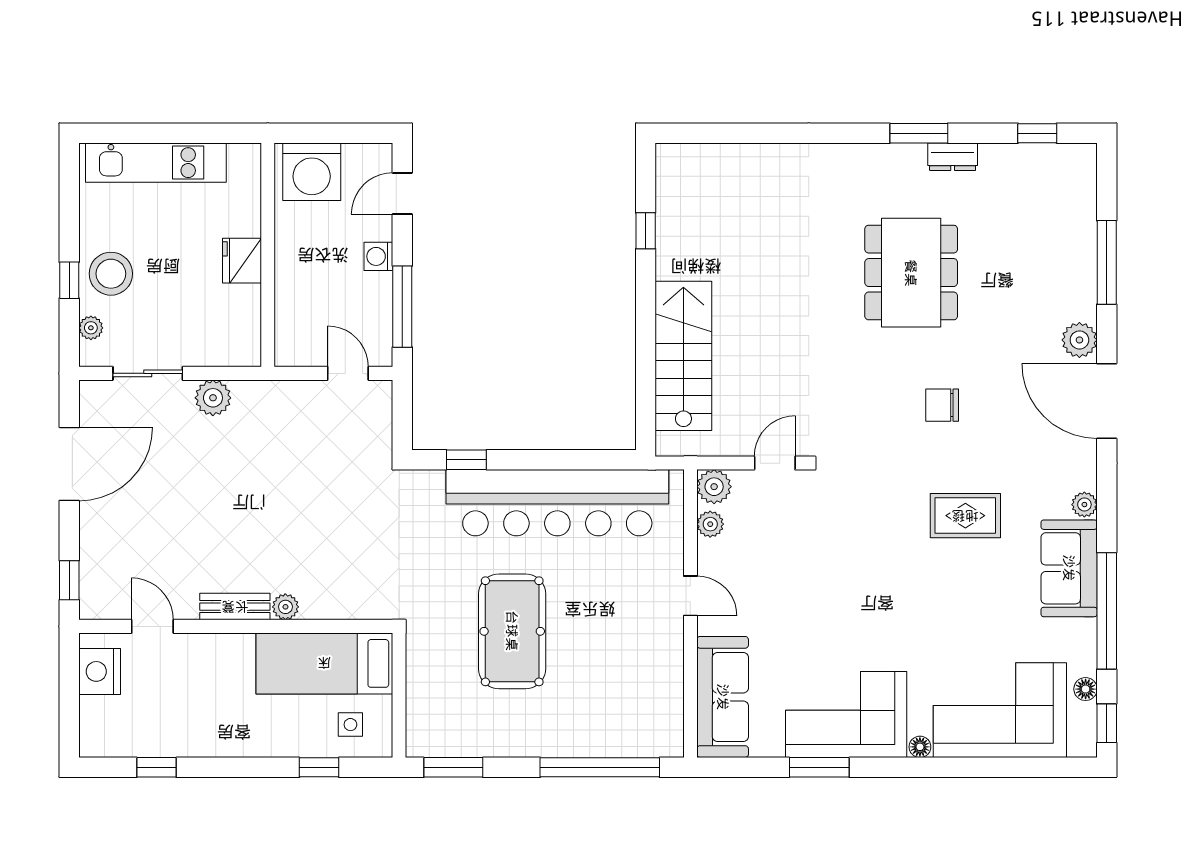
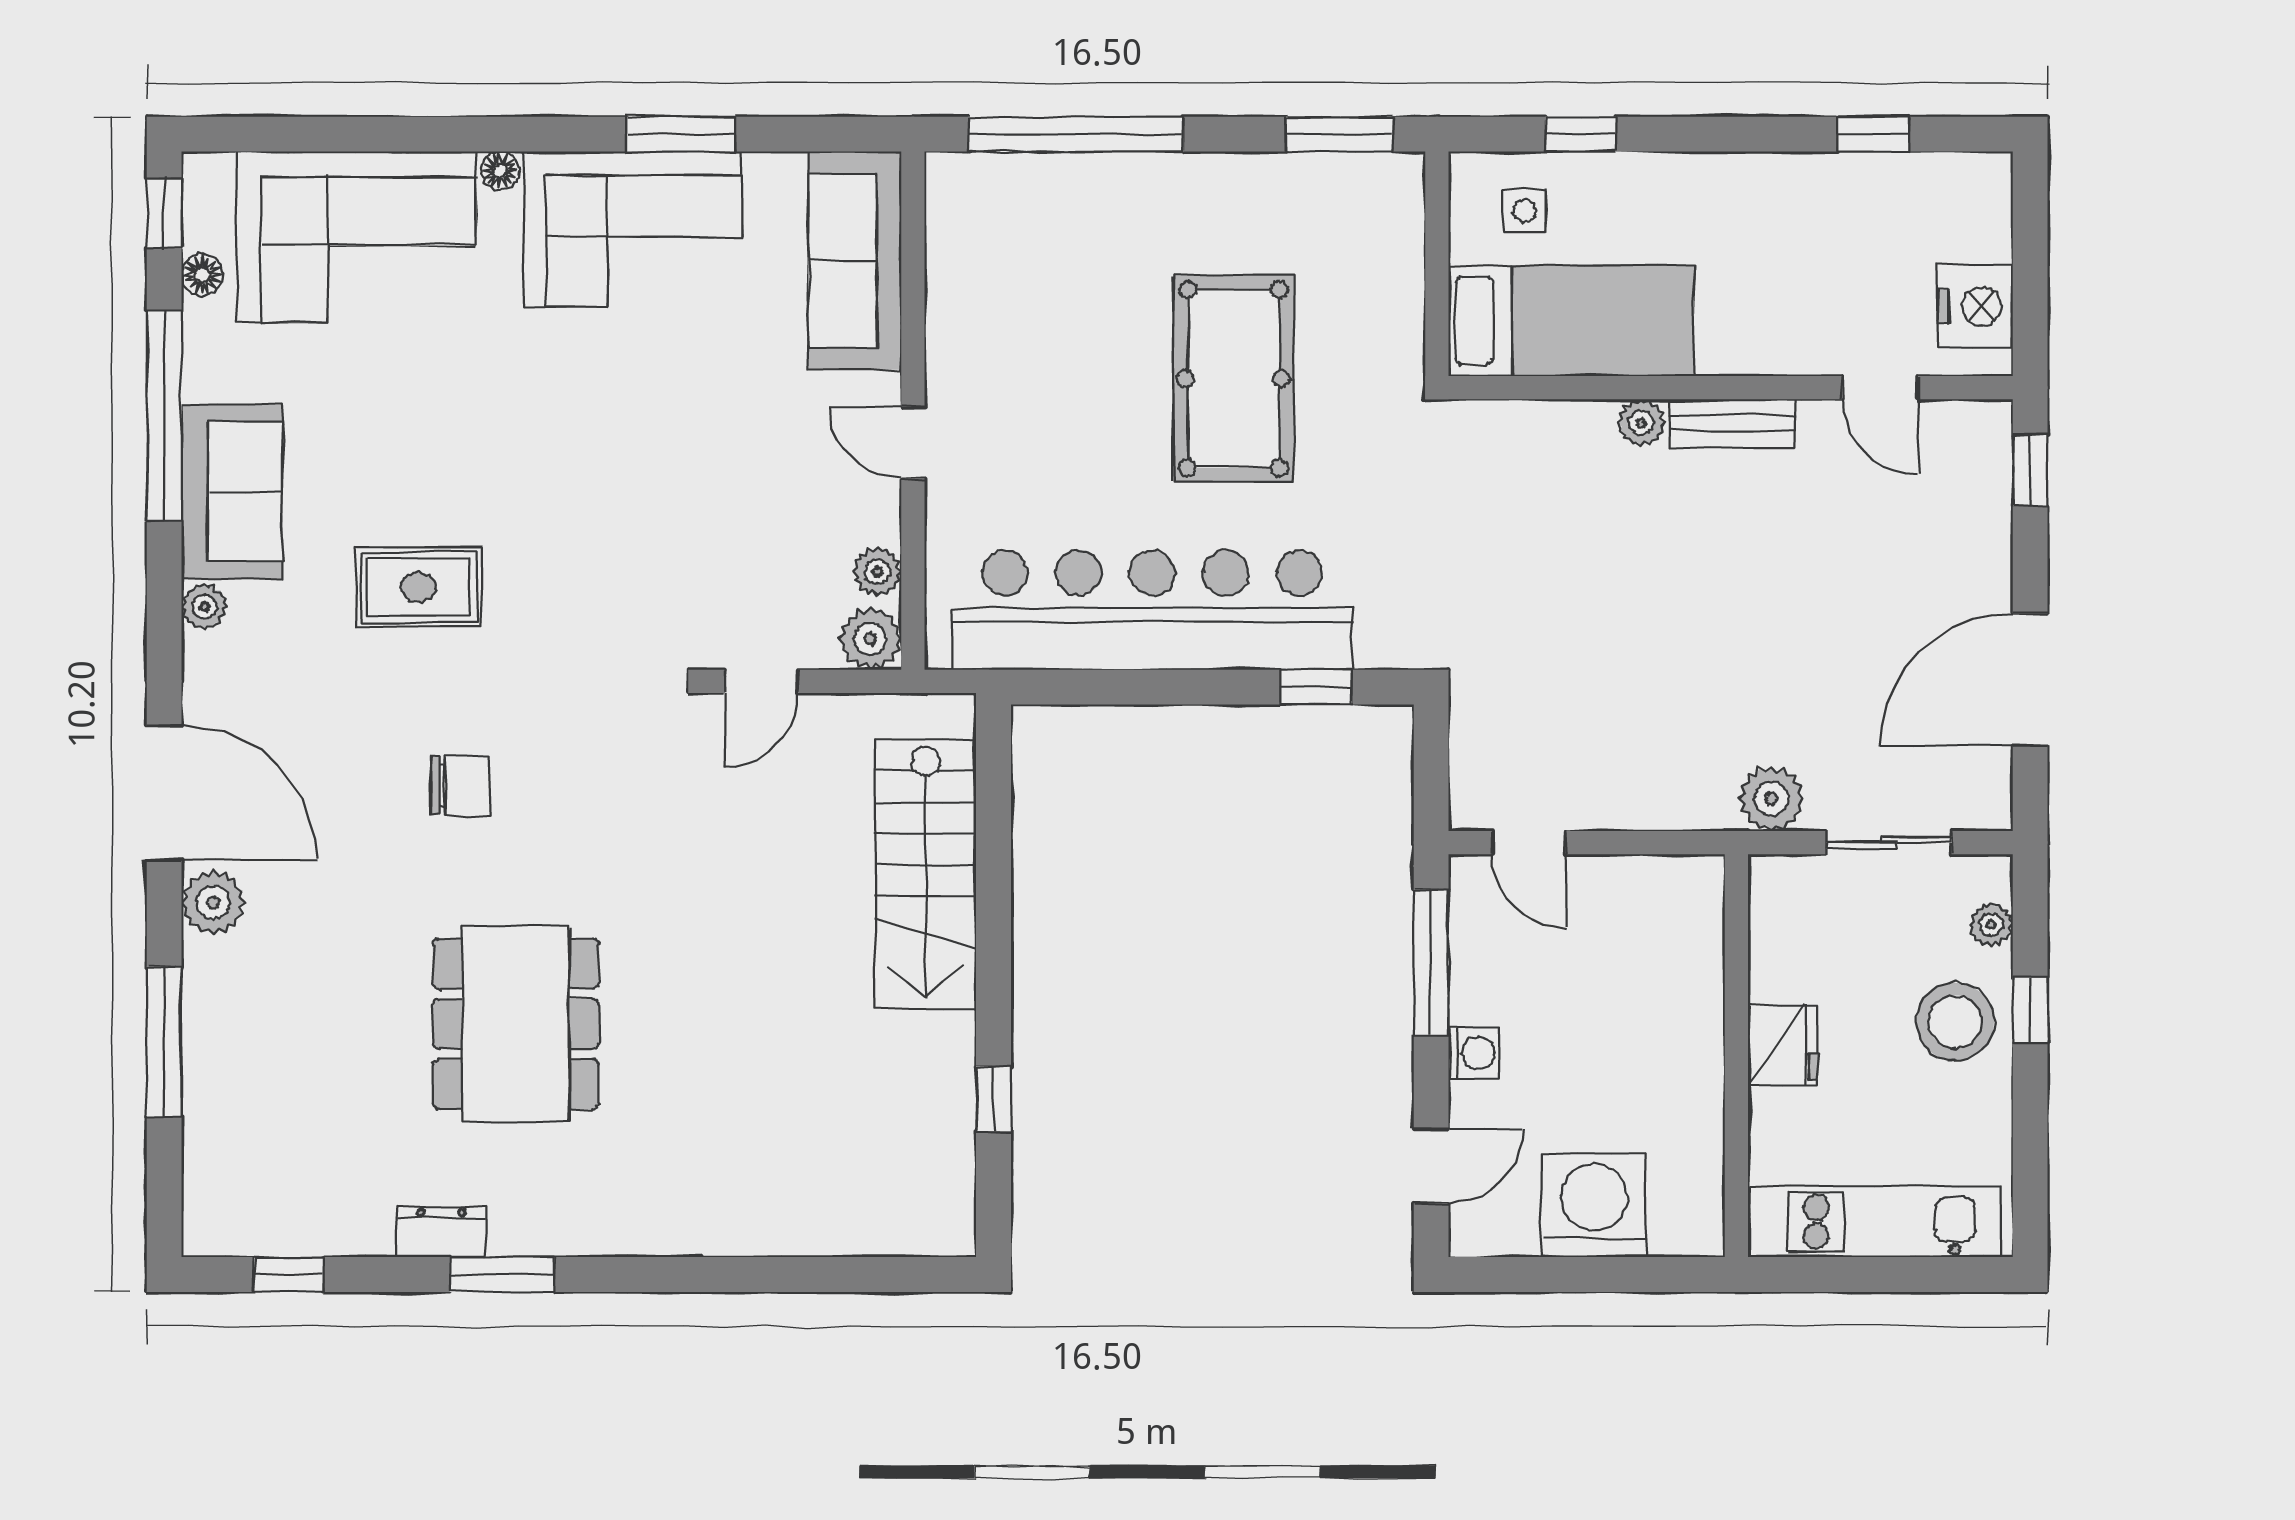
wall: (268, 255) -> (1736, 1056), moved
fridge: (242, 261) -> (1783, 1045), moved

